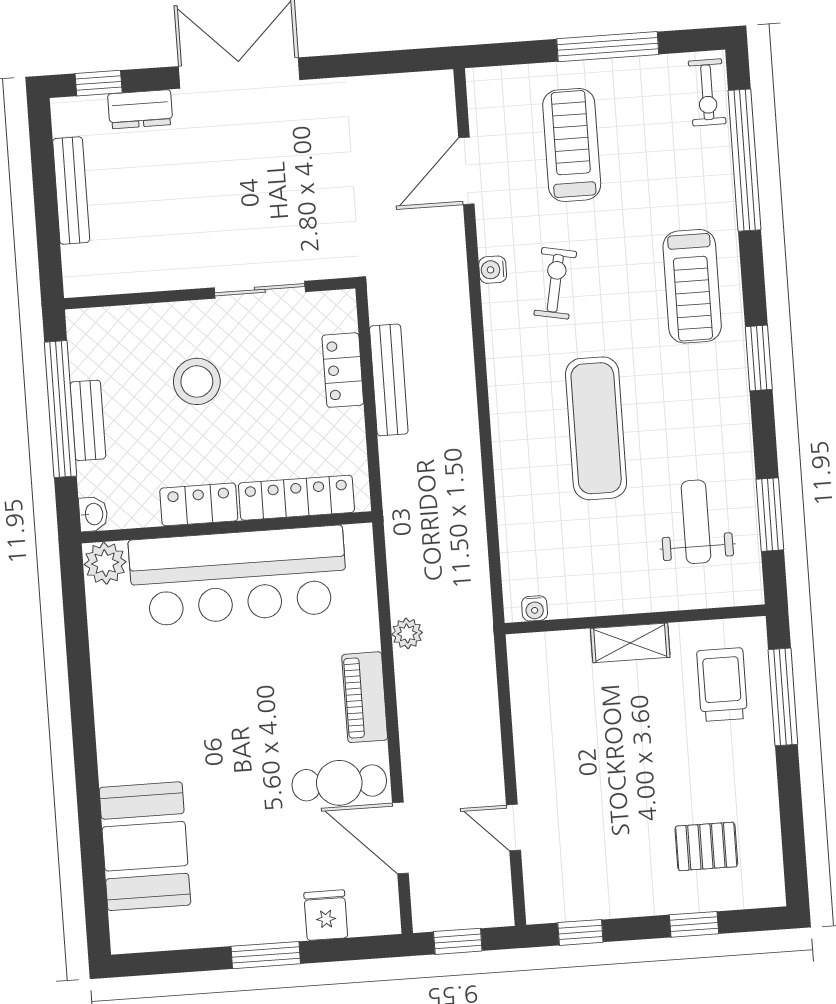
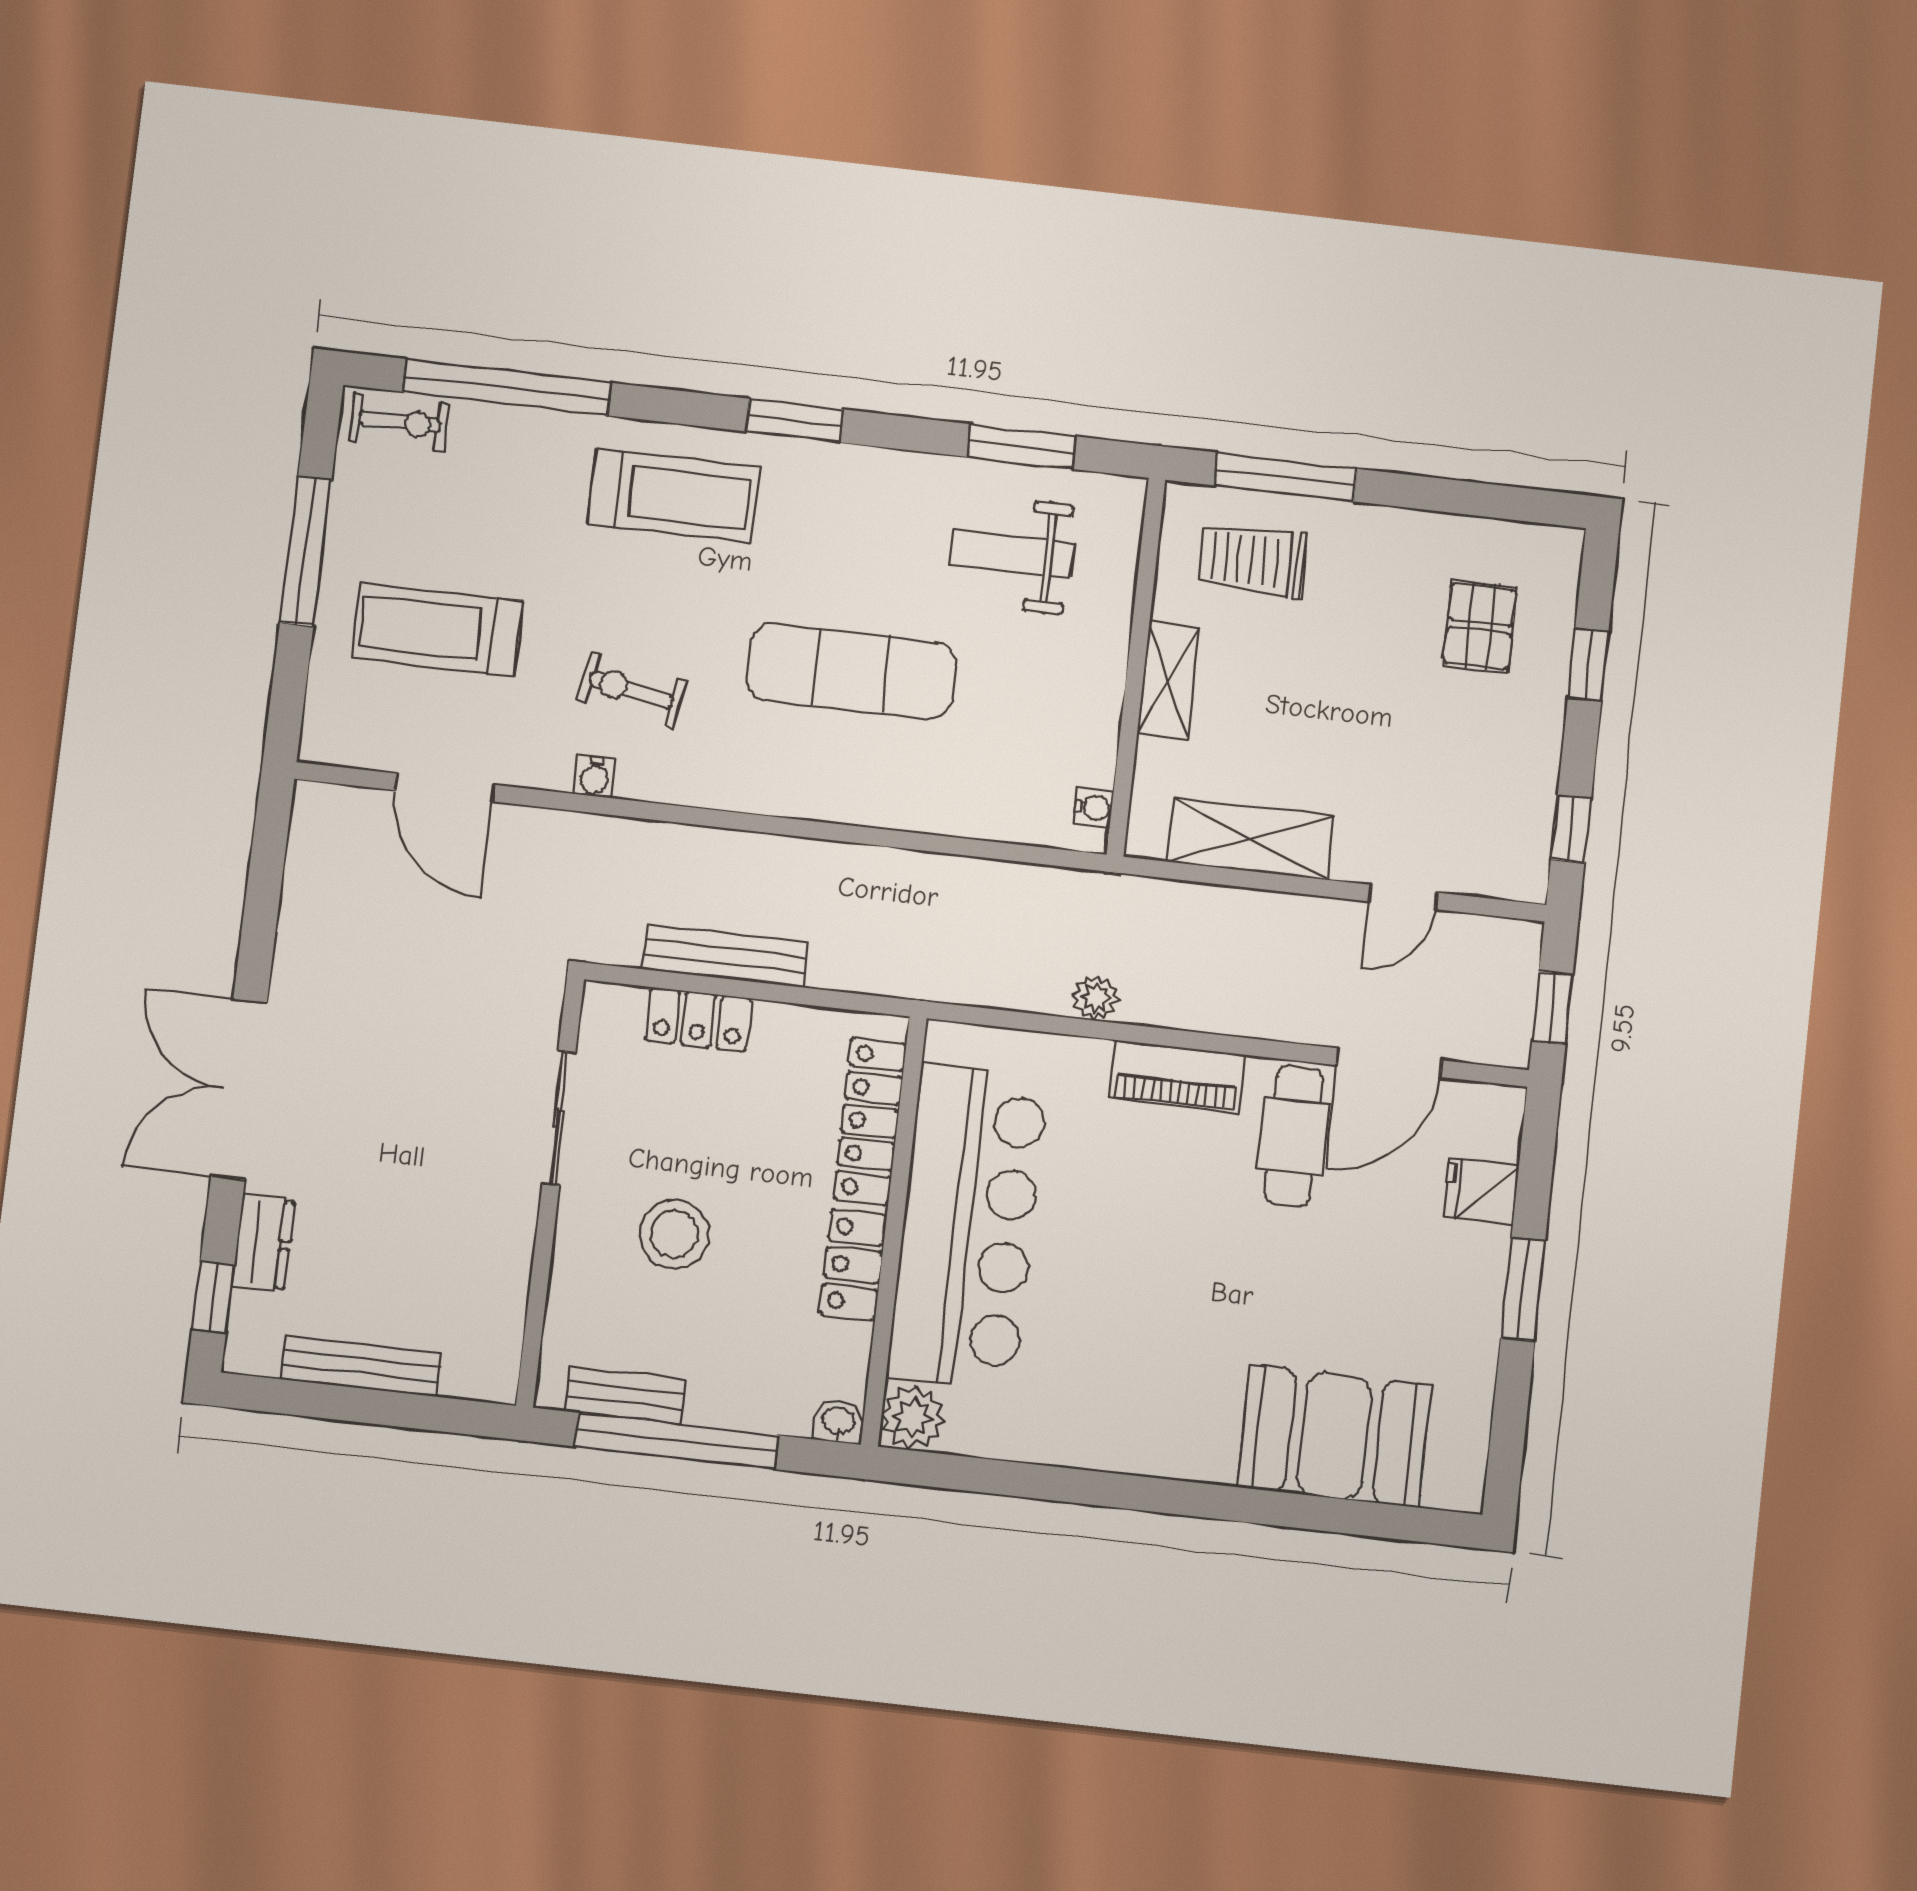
bench: (88, 420) -> (625, 1395), moved
shelving: (533, 718) -> (1250, 839), added

